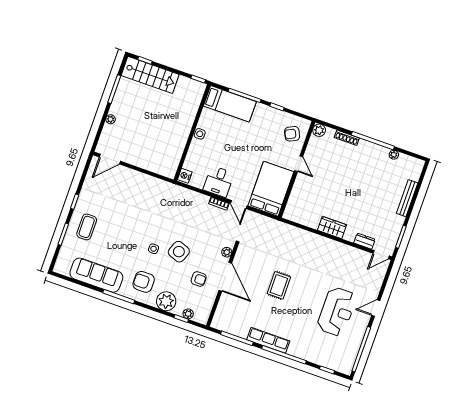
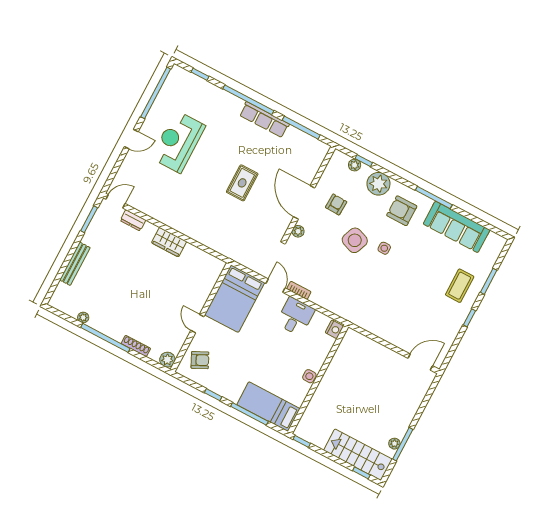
plant: (111, 119) -> (394, 444), moved
armchair: (199, 279) -> (336, 204), turned 92
armchair: (144, 282) -> (402, 211), turned 180

